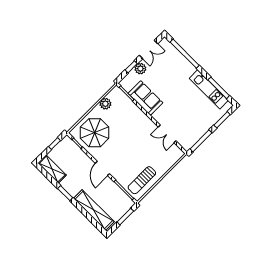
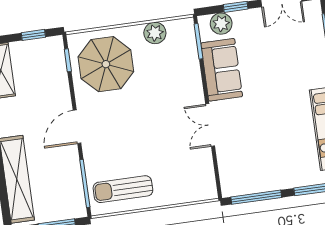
plant: (140, 69) -> (221, 24), moved
double door: (167, 134) -> (210, 125), moved

